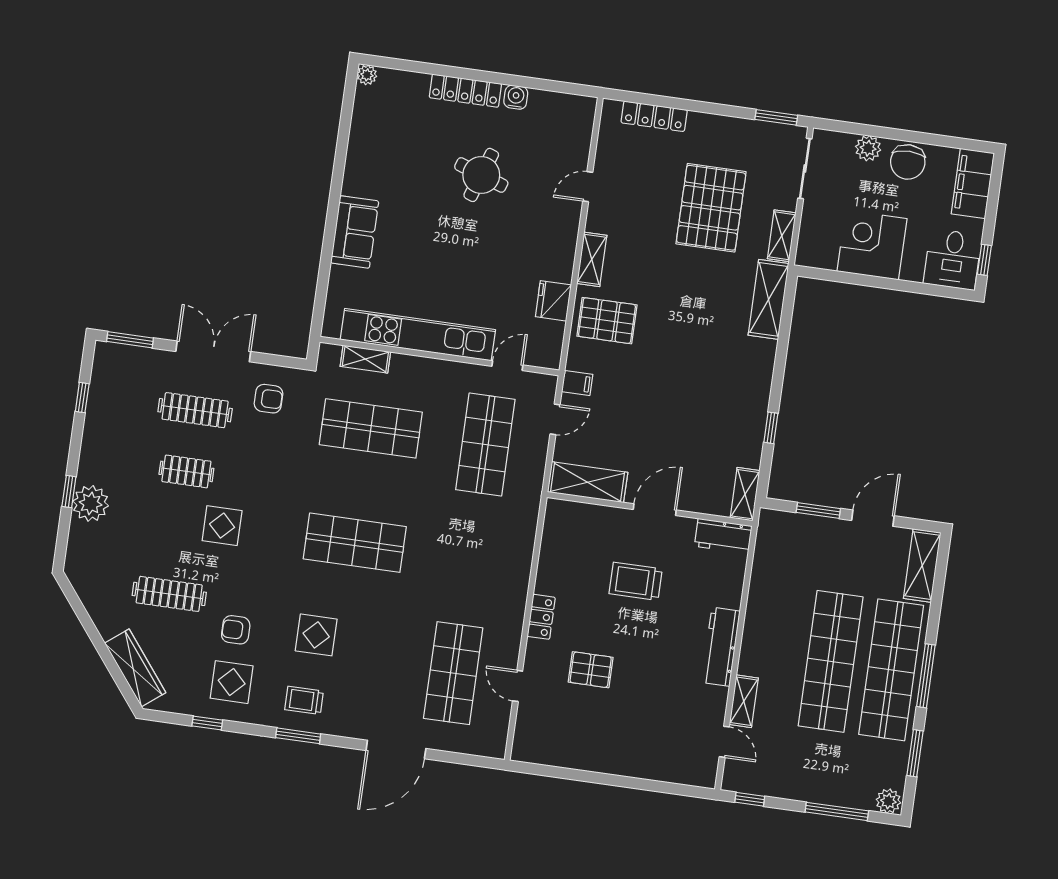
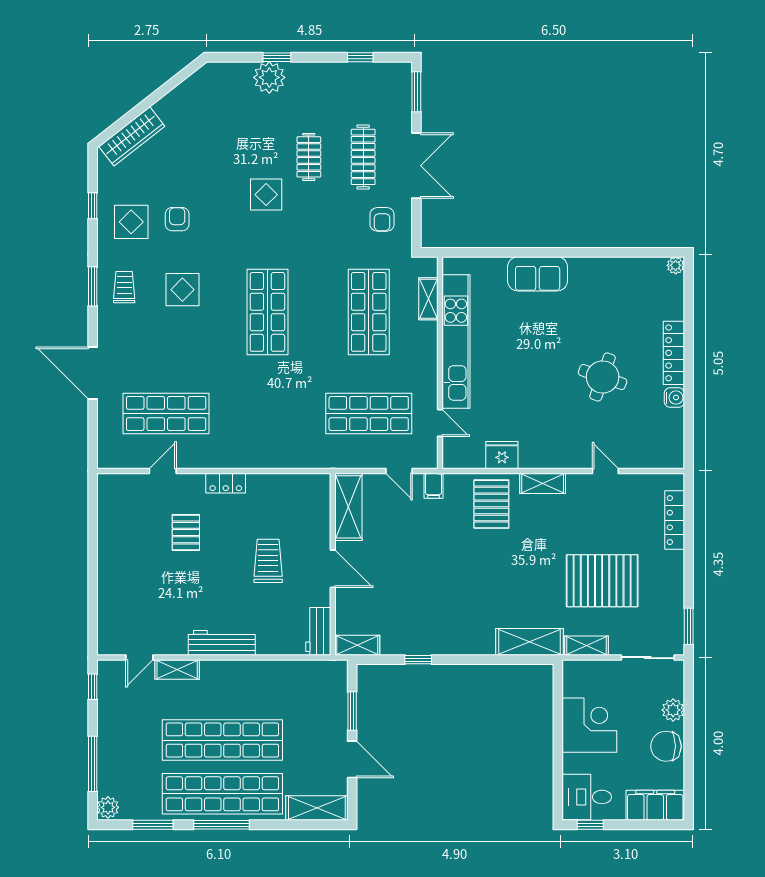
clothes rail: (169, 594) -> (200, 157), removed

